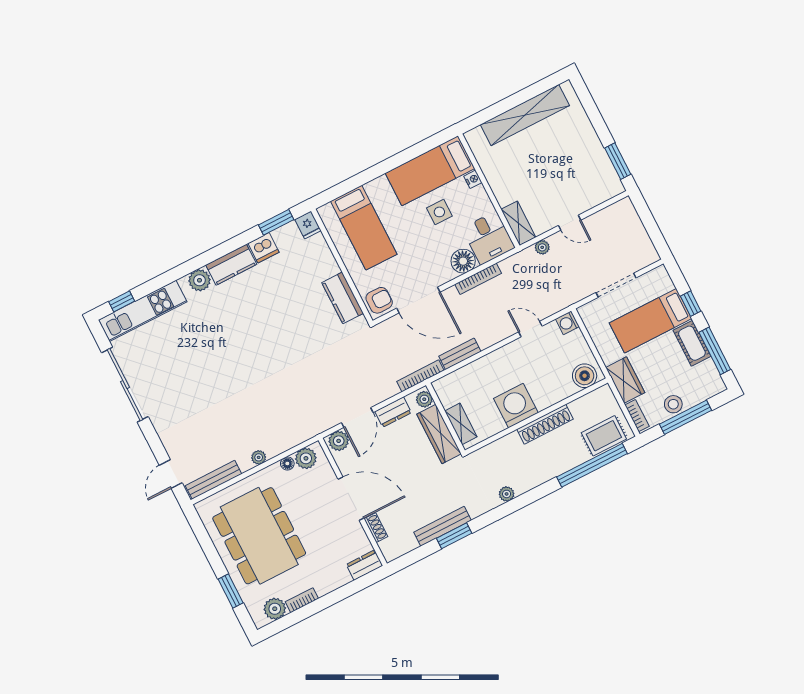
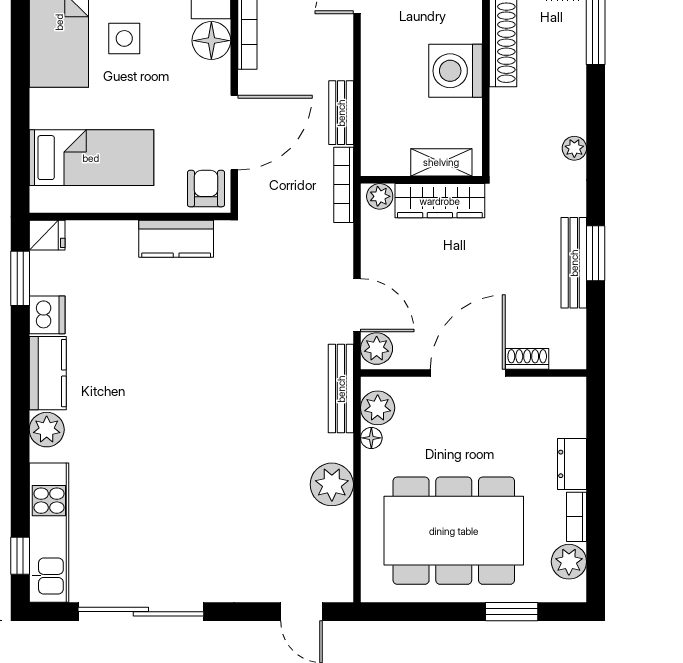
dresser: (393, 412) -> (375, 250), removed
plant: (259, 457) -> (332, 484), width x1.87, depth x1.87
bench: (214, 480) -> (341, 389), moved
dresser: (364, 565) -> (572, 464), moved

